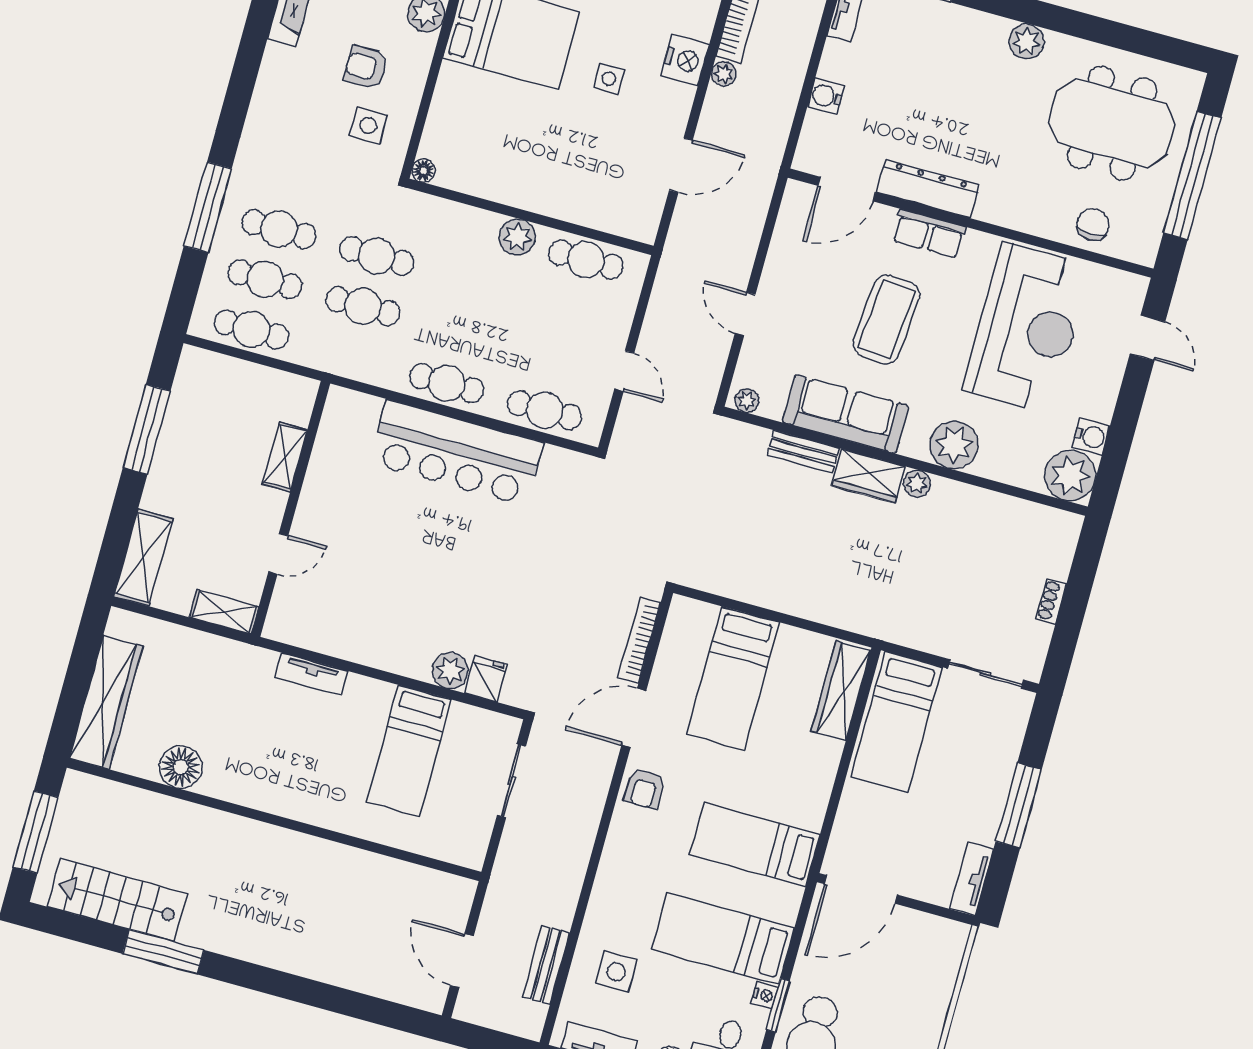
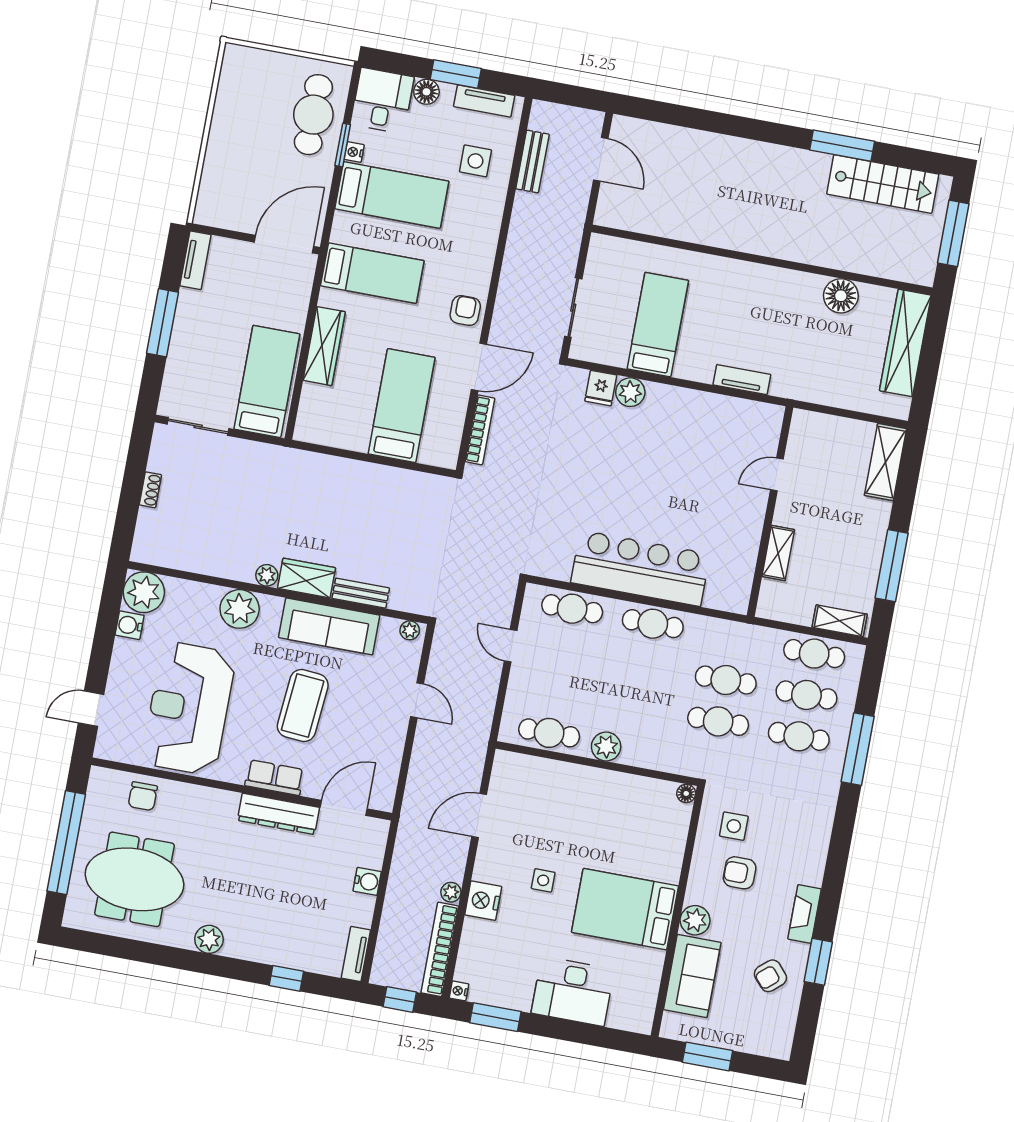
armchair: (366, 67) -> (740, 873), turned 180
door: (1147, 338) -> (91, 709), hinge flipped
shelving: (224, 612) -> (840, 621), moved
wardrobe: (841, 691) -> (324, 346), moved

